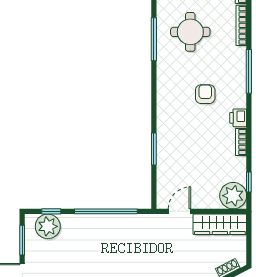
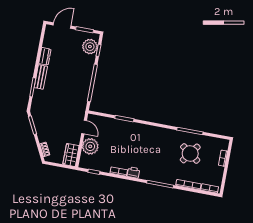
round table: (190, 32) -> (190, 153), turned 36
armchair: (205, 94) -> (151, 155), removed
plant: (233, 196) -> (90, 146), moved
wardrobe: (220, 224) -> (71, 155), width x0.67

